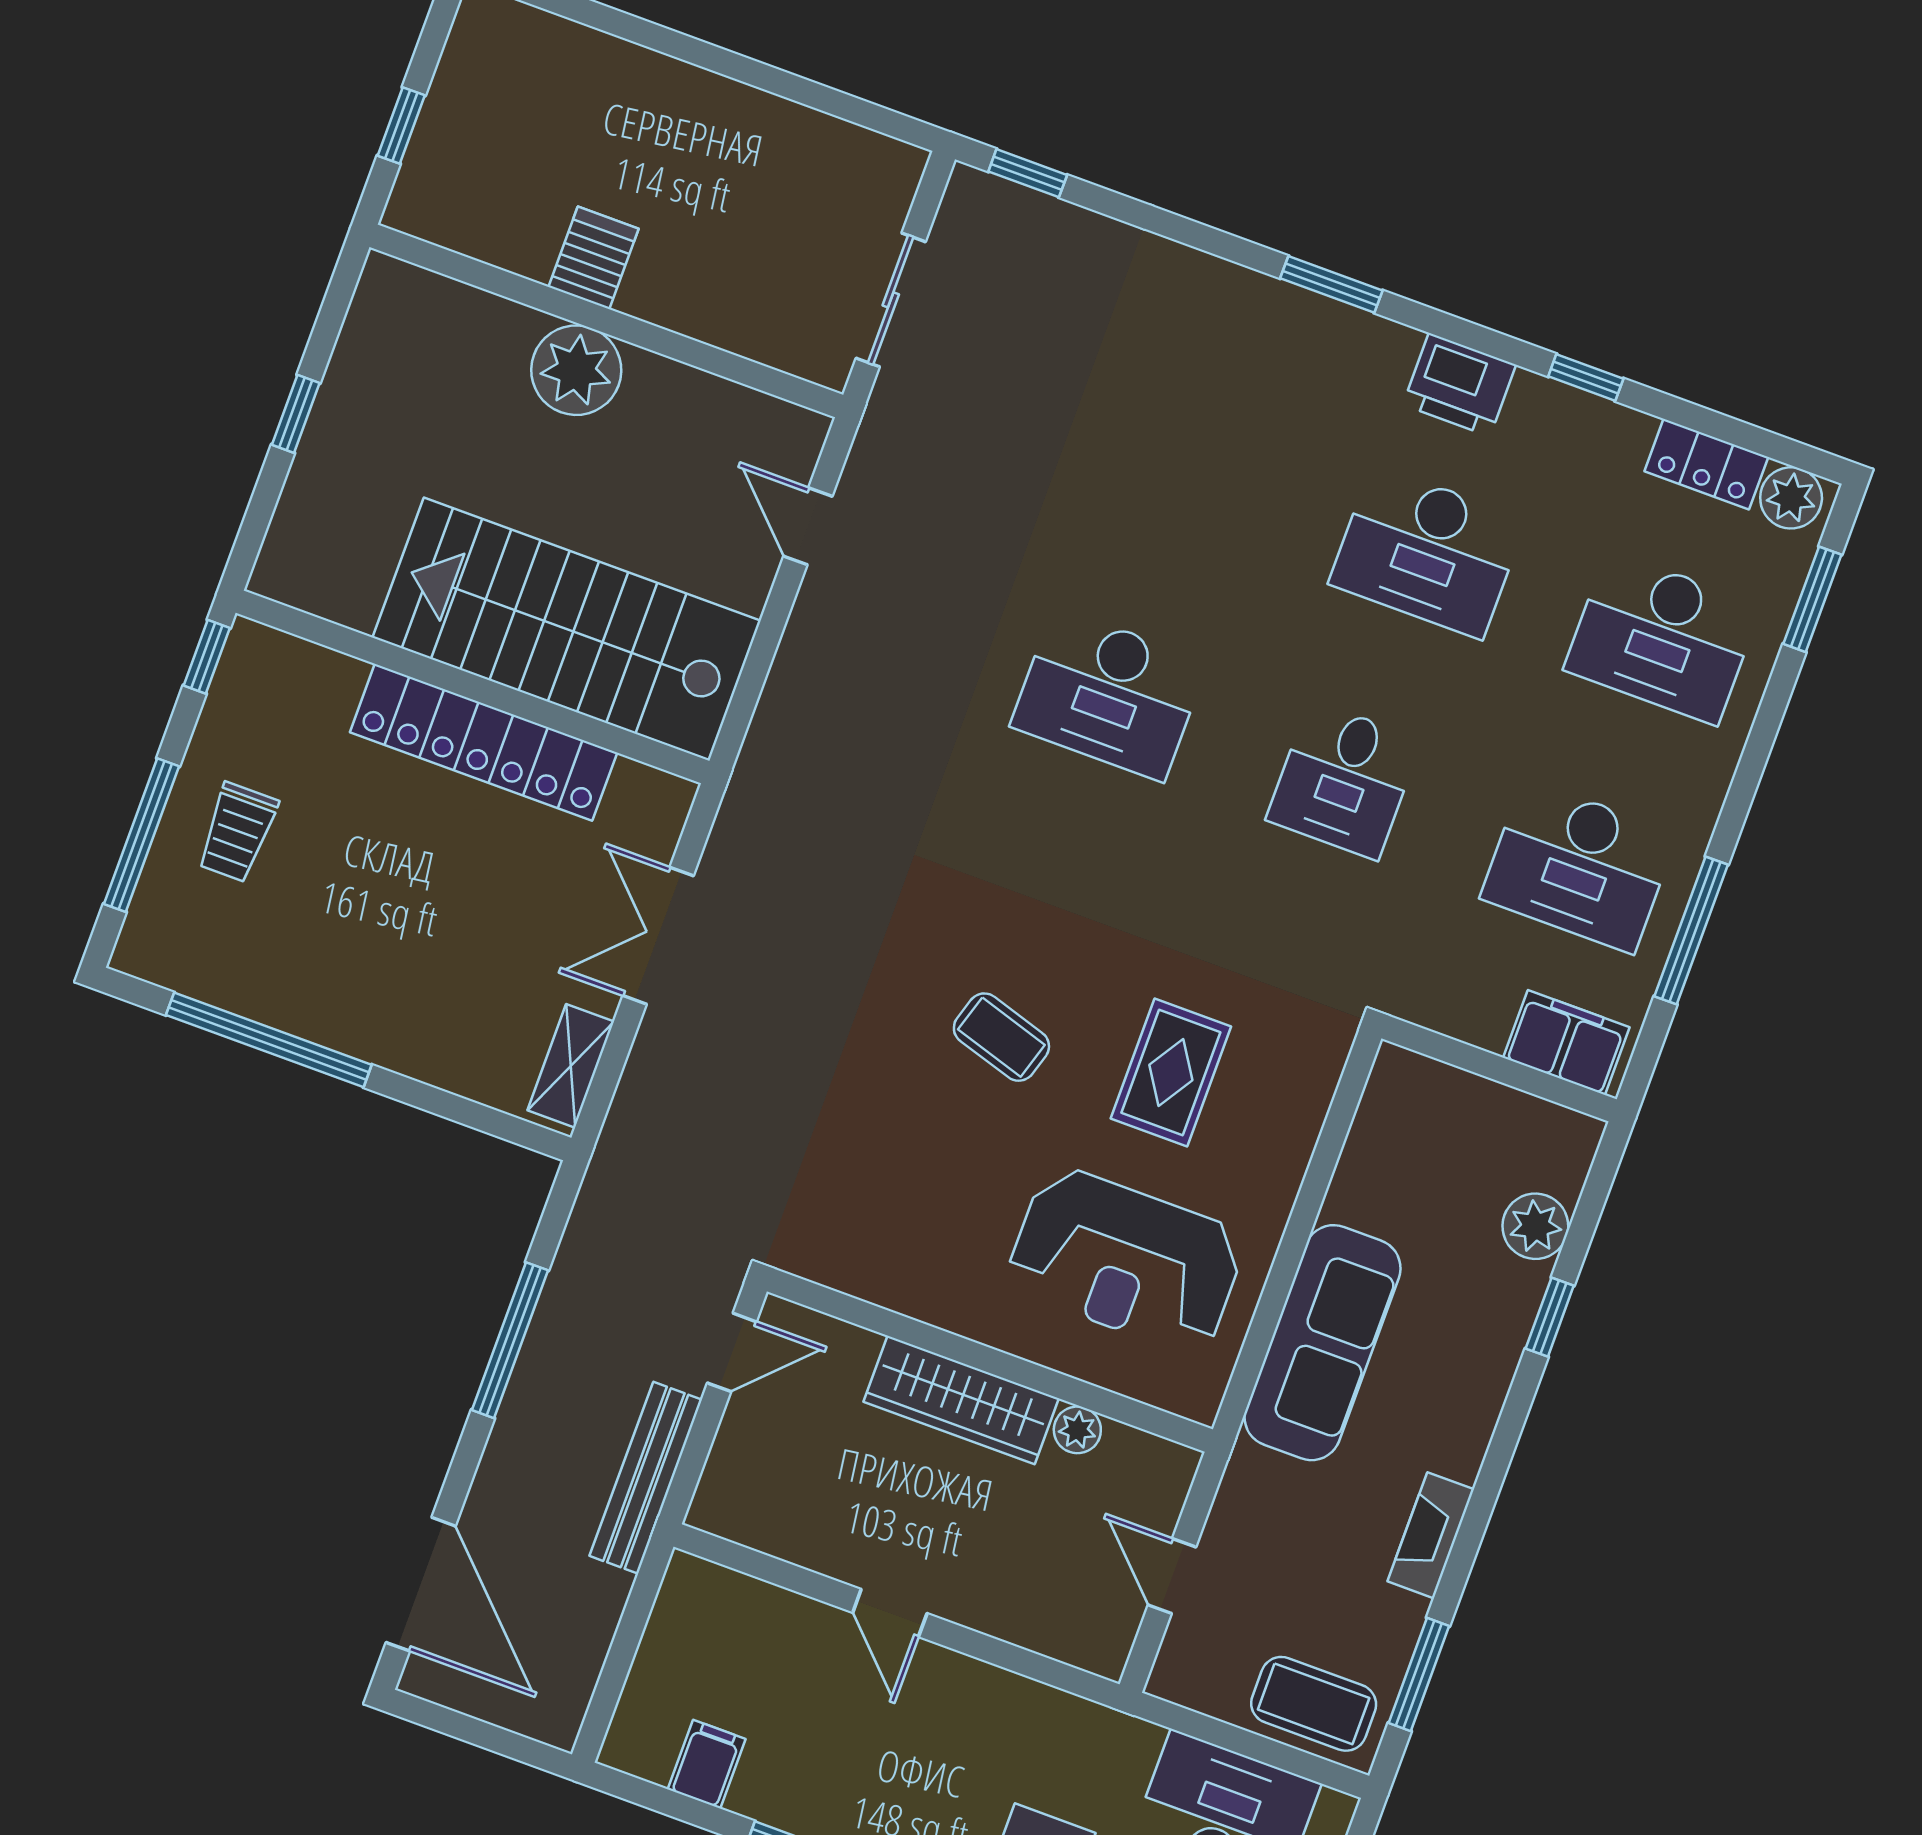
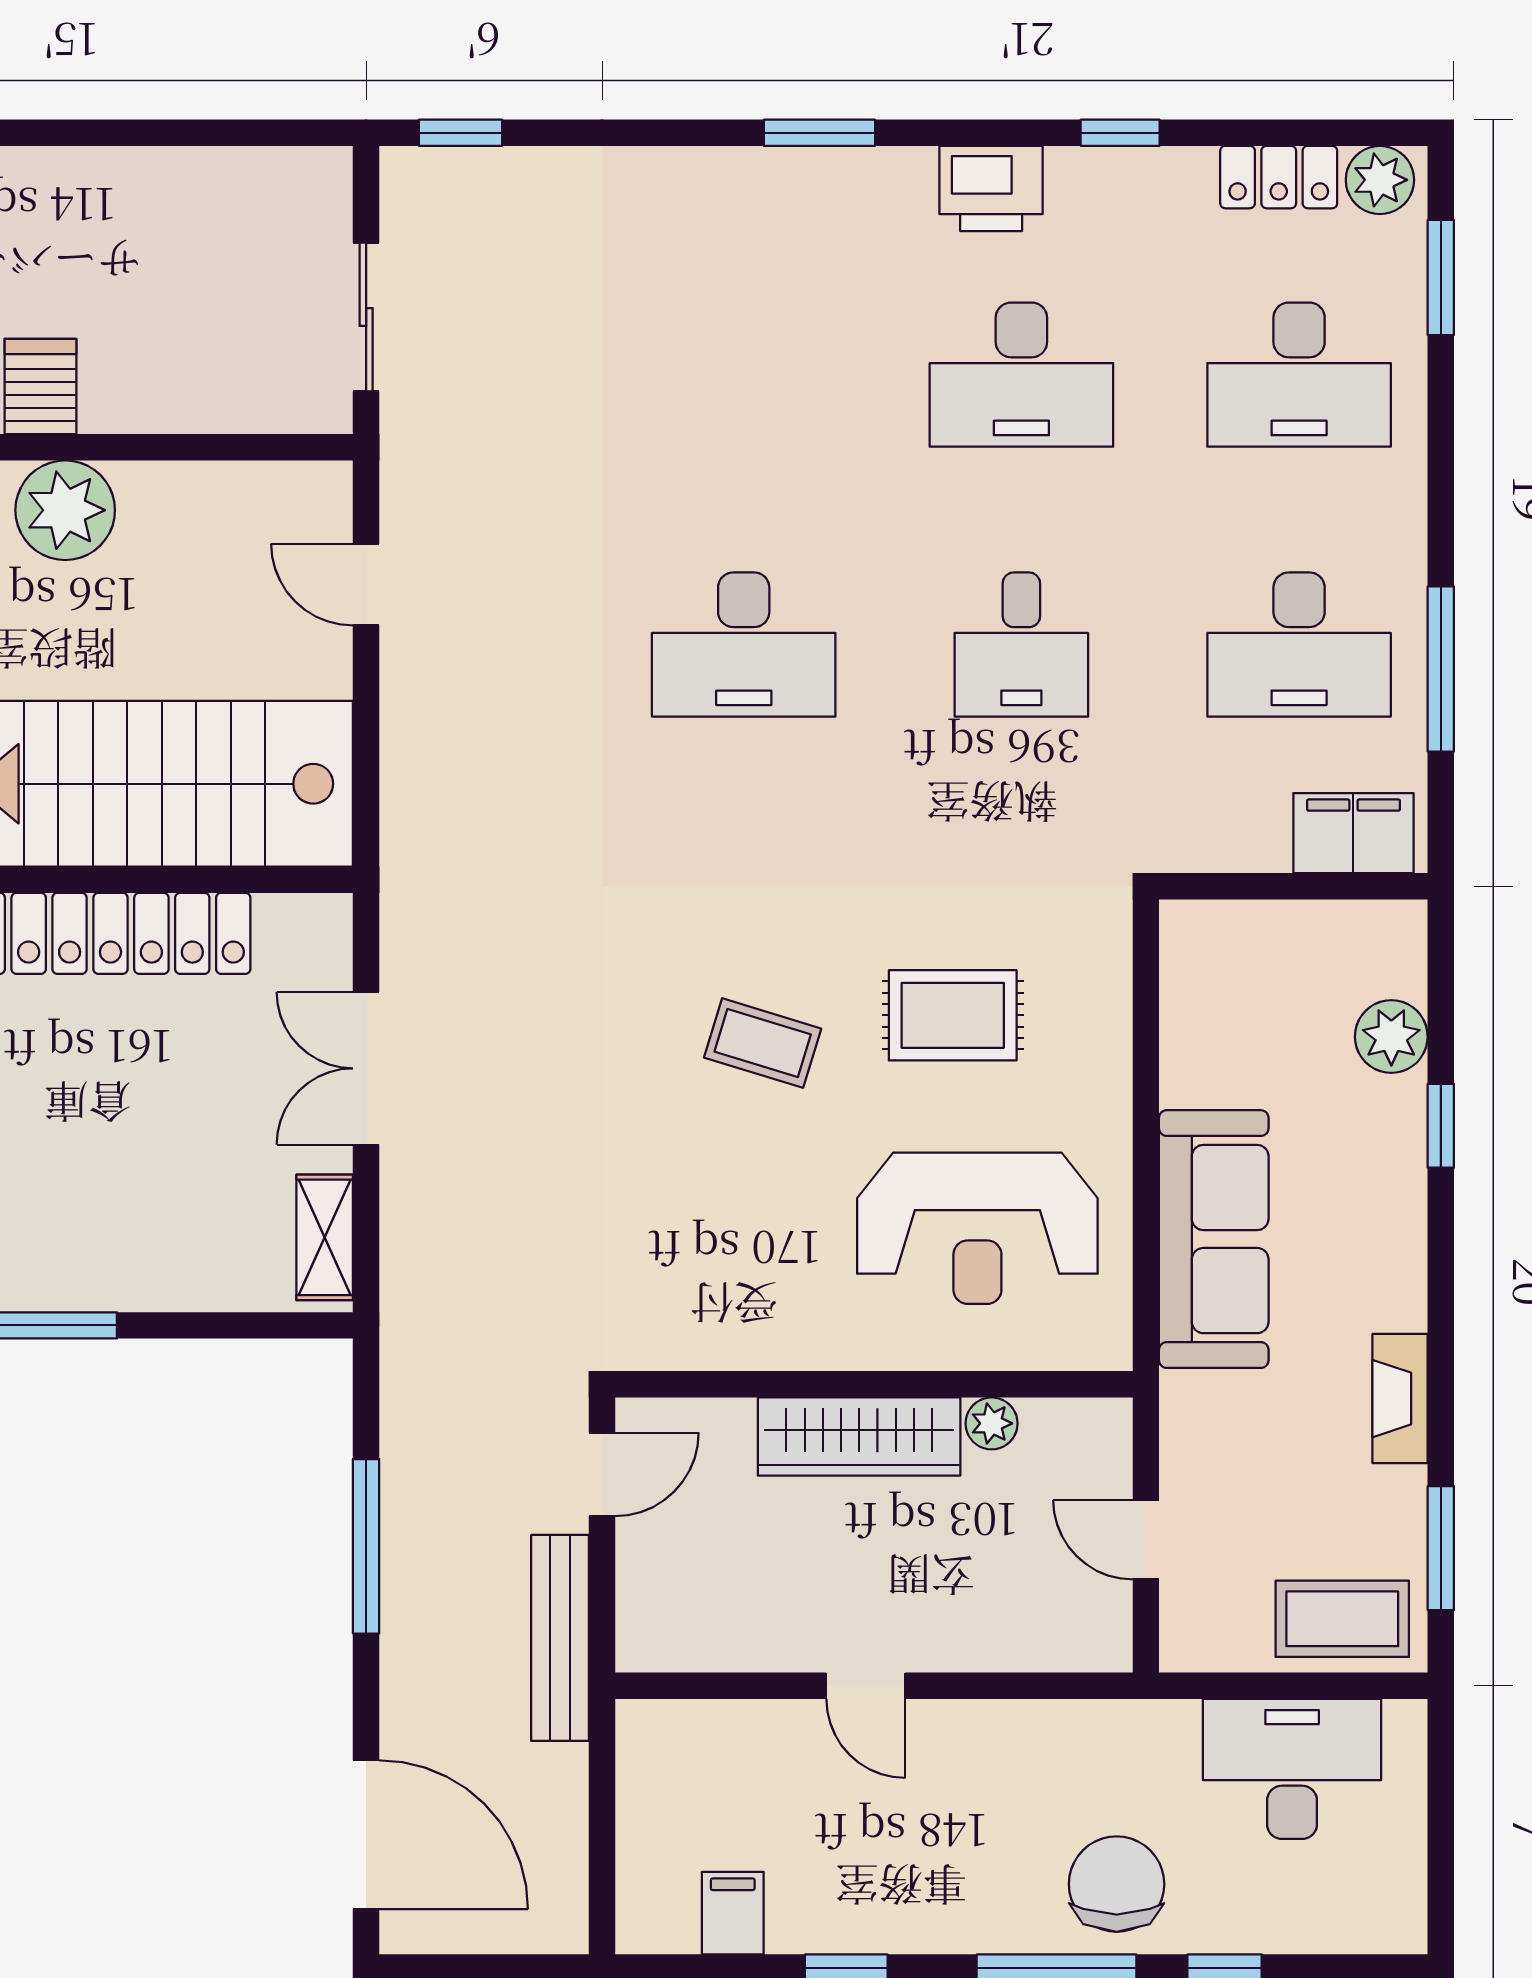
rug: (1171, 1072) -> (953, 1015), turned 90

